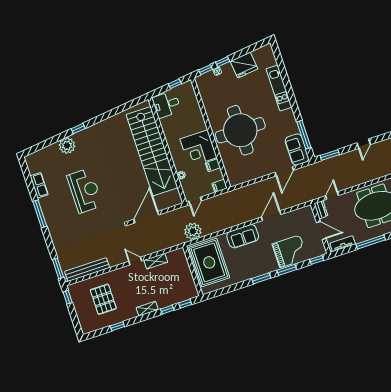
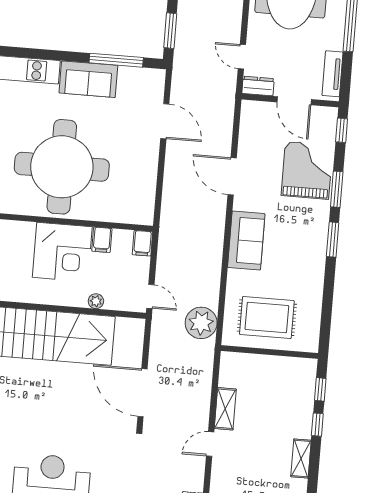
sofa: (297, 150) -> (88, 79), moved
door: (321, 230) -> (294, 101), swing flipped
rug: (209, 262) -> (267, 318), width x0.73, depth x0.69

